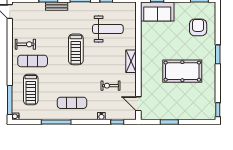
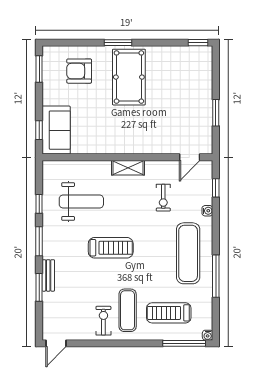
weight bench: (108, 29) -> (81, 201), turned 90
pool table: (182, 71) -> (129, 77), moved
treadmill: (31, 89) -> (169, 313), turned 180
exercise mat: (72, 103) -> (188, 253), width x1.36, depth x1.45

